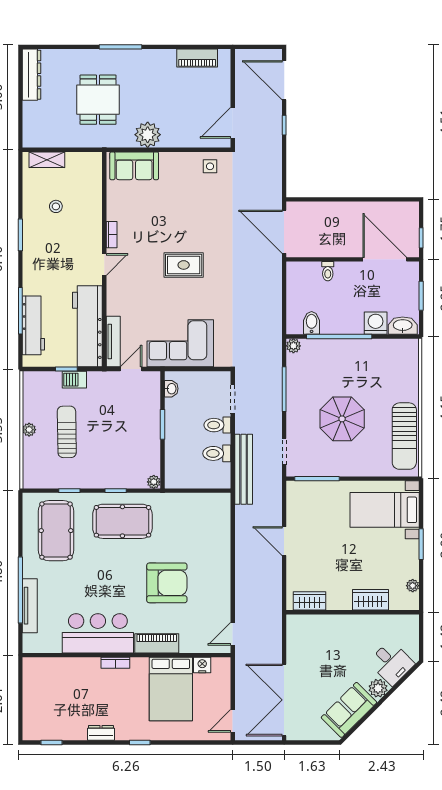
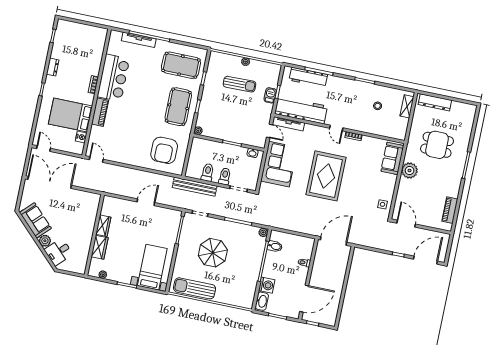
dresser: (32, 75) -> (435, 102), moved
rug: (184, 265) -> (326, 176), width x1.86, depth x2.06
armchair: (167, 583) -> (164, 150), moved
wardrobe: (309, 601) -> (103, 226), moved

